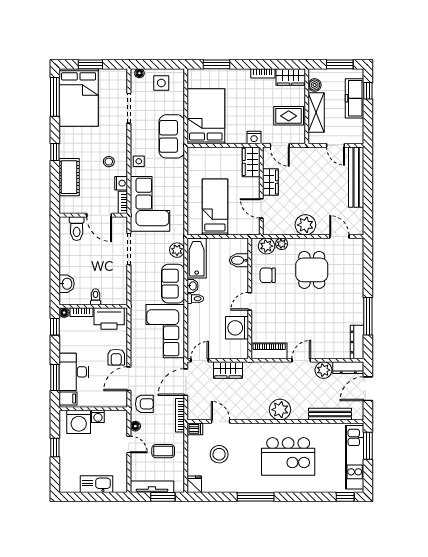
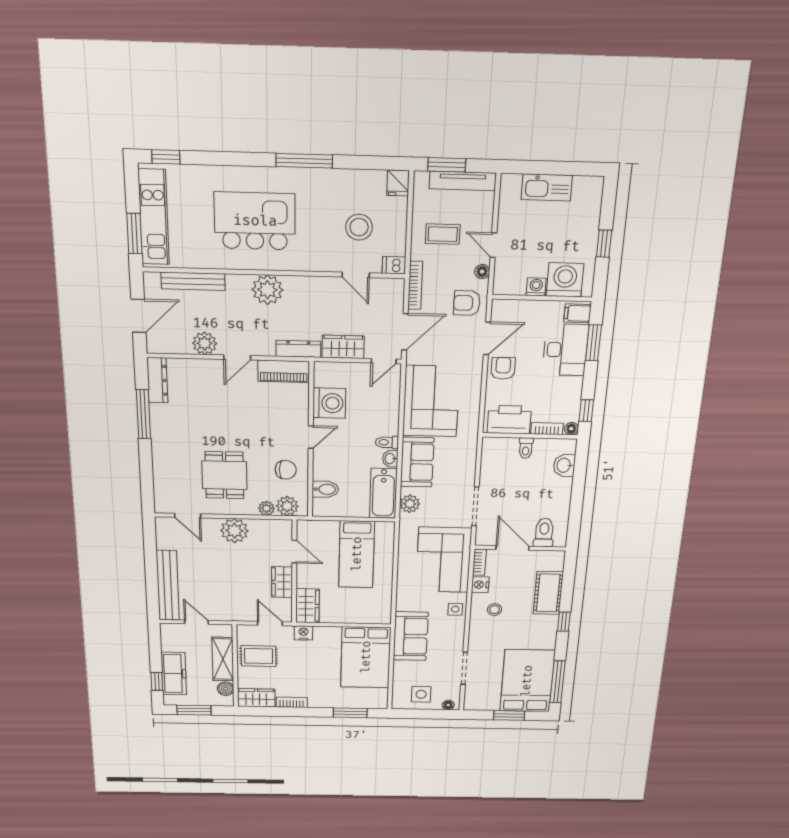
dresser: (348, 368) -> (298, 349), moved

